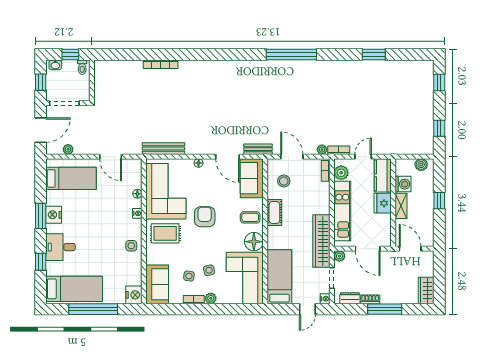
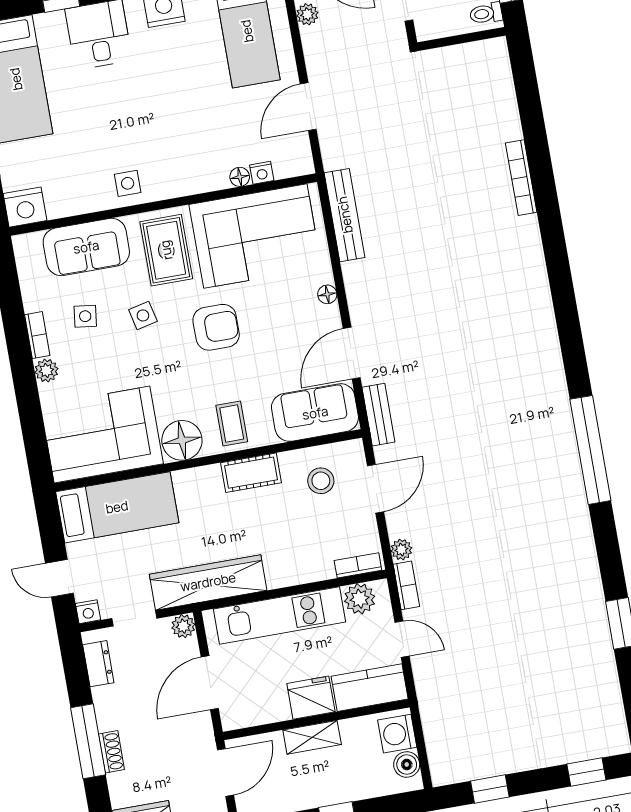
washing machine: (403, 184) -> (397, 734), moved, turned 90
nightstand: (137, 213) -> (262, 173), moved
side table: (209, 270) -> (143, 315), moved
sofa: (157, 284) -> (86, 247), moved
shoe rack: (370, 299) -> (111, 752), moved

